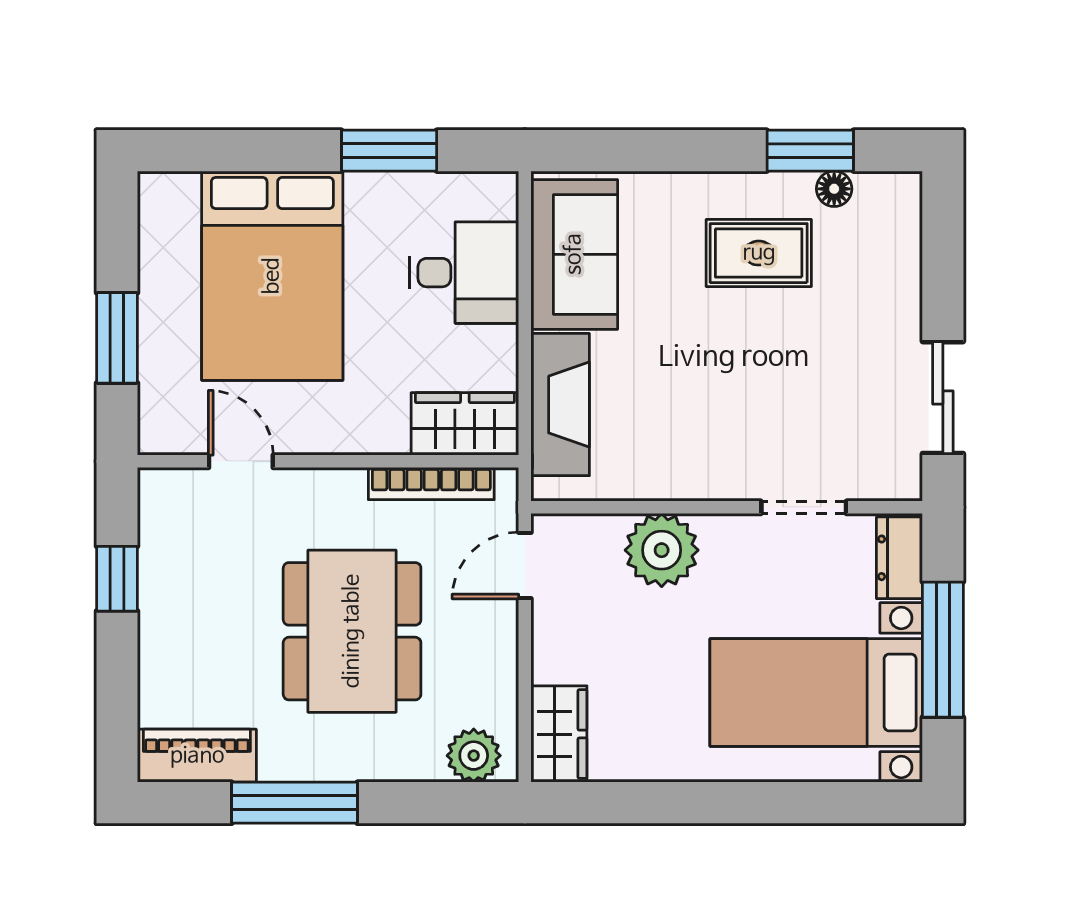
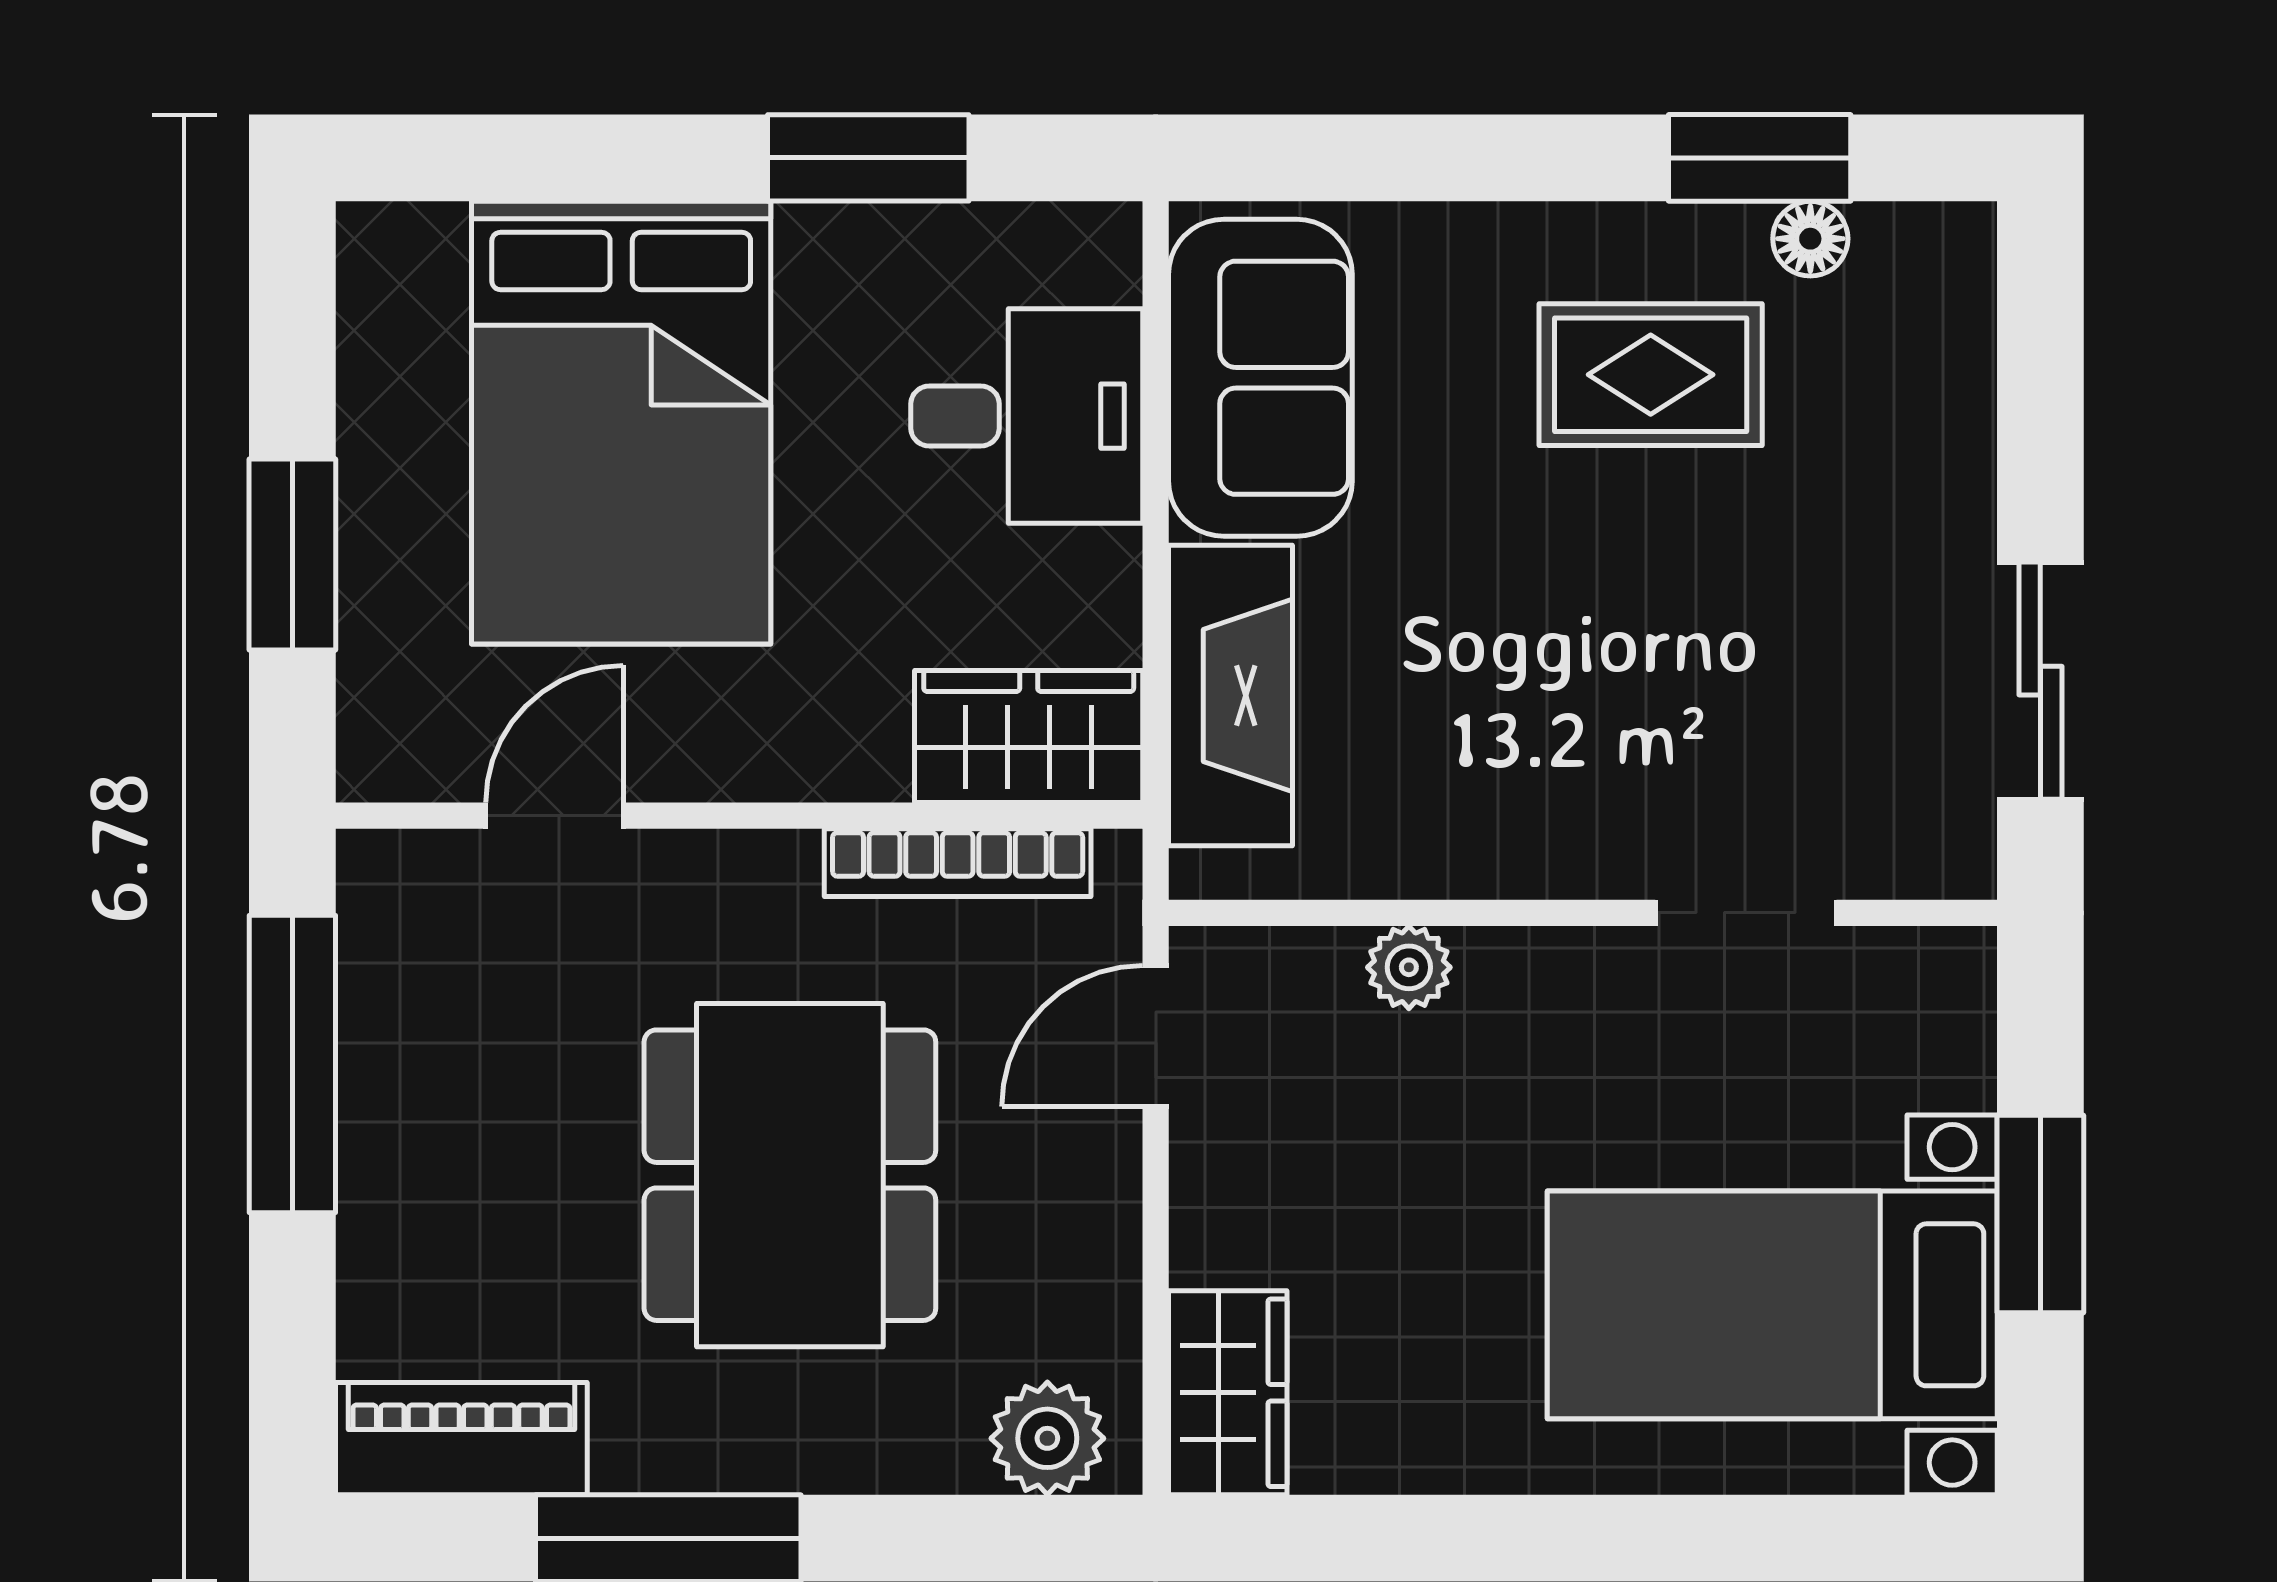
door: (241, 461) -> (555, 816), hinge flipped
plant: (662, 550) -> (1409, 967), width x0.53, depth x0.53
dresser: (899, 558) -> (1949, 1020), removed
window: (117, 579) -> (292, 1064), width x2.17
window: (943, 650) -> (2040, 1214), width x0.69

